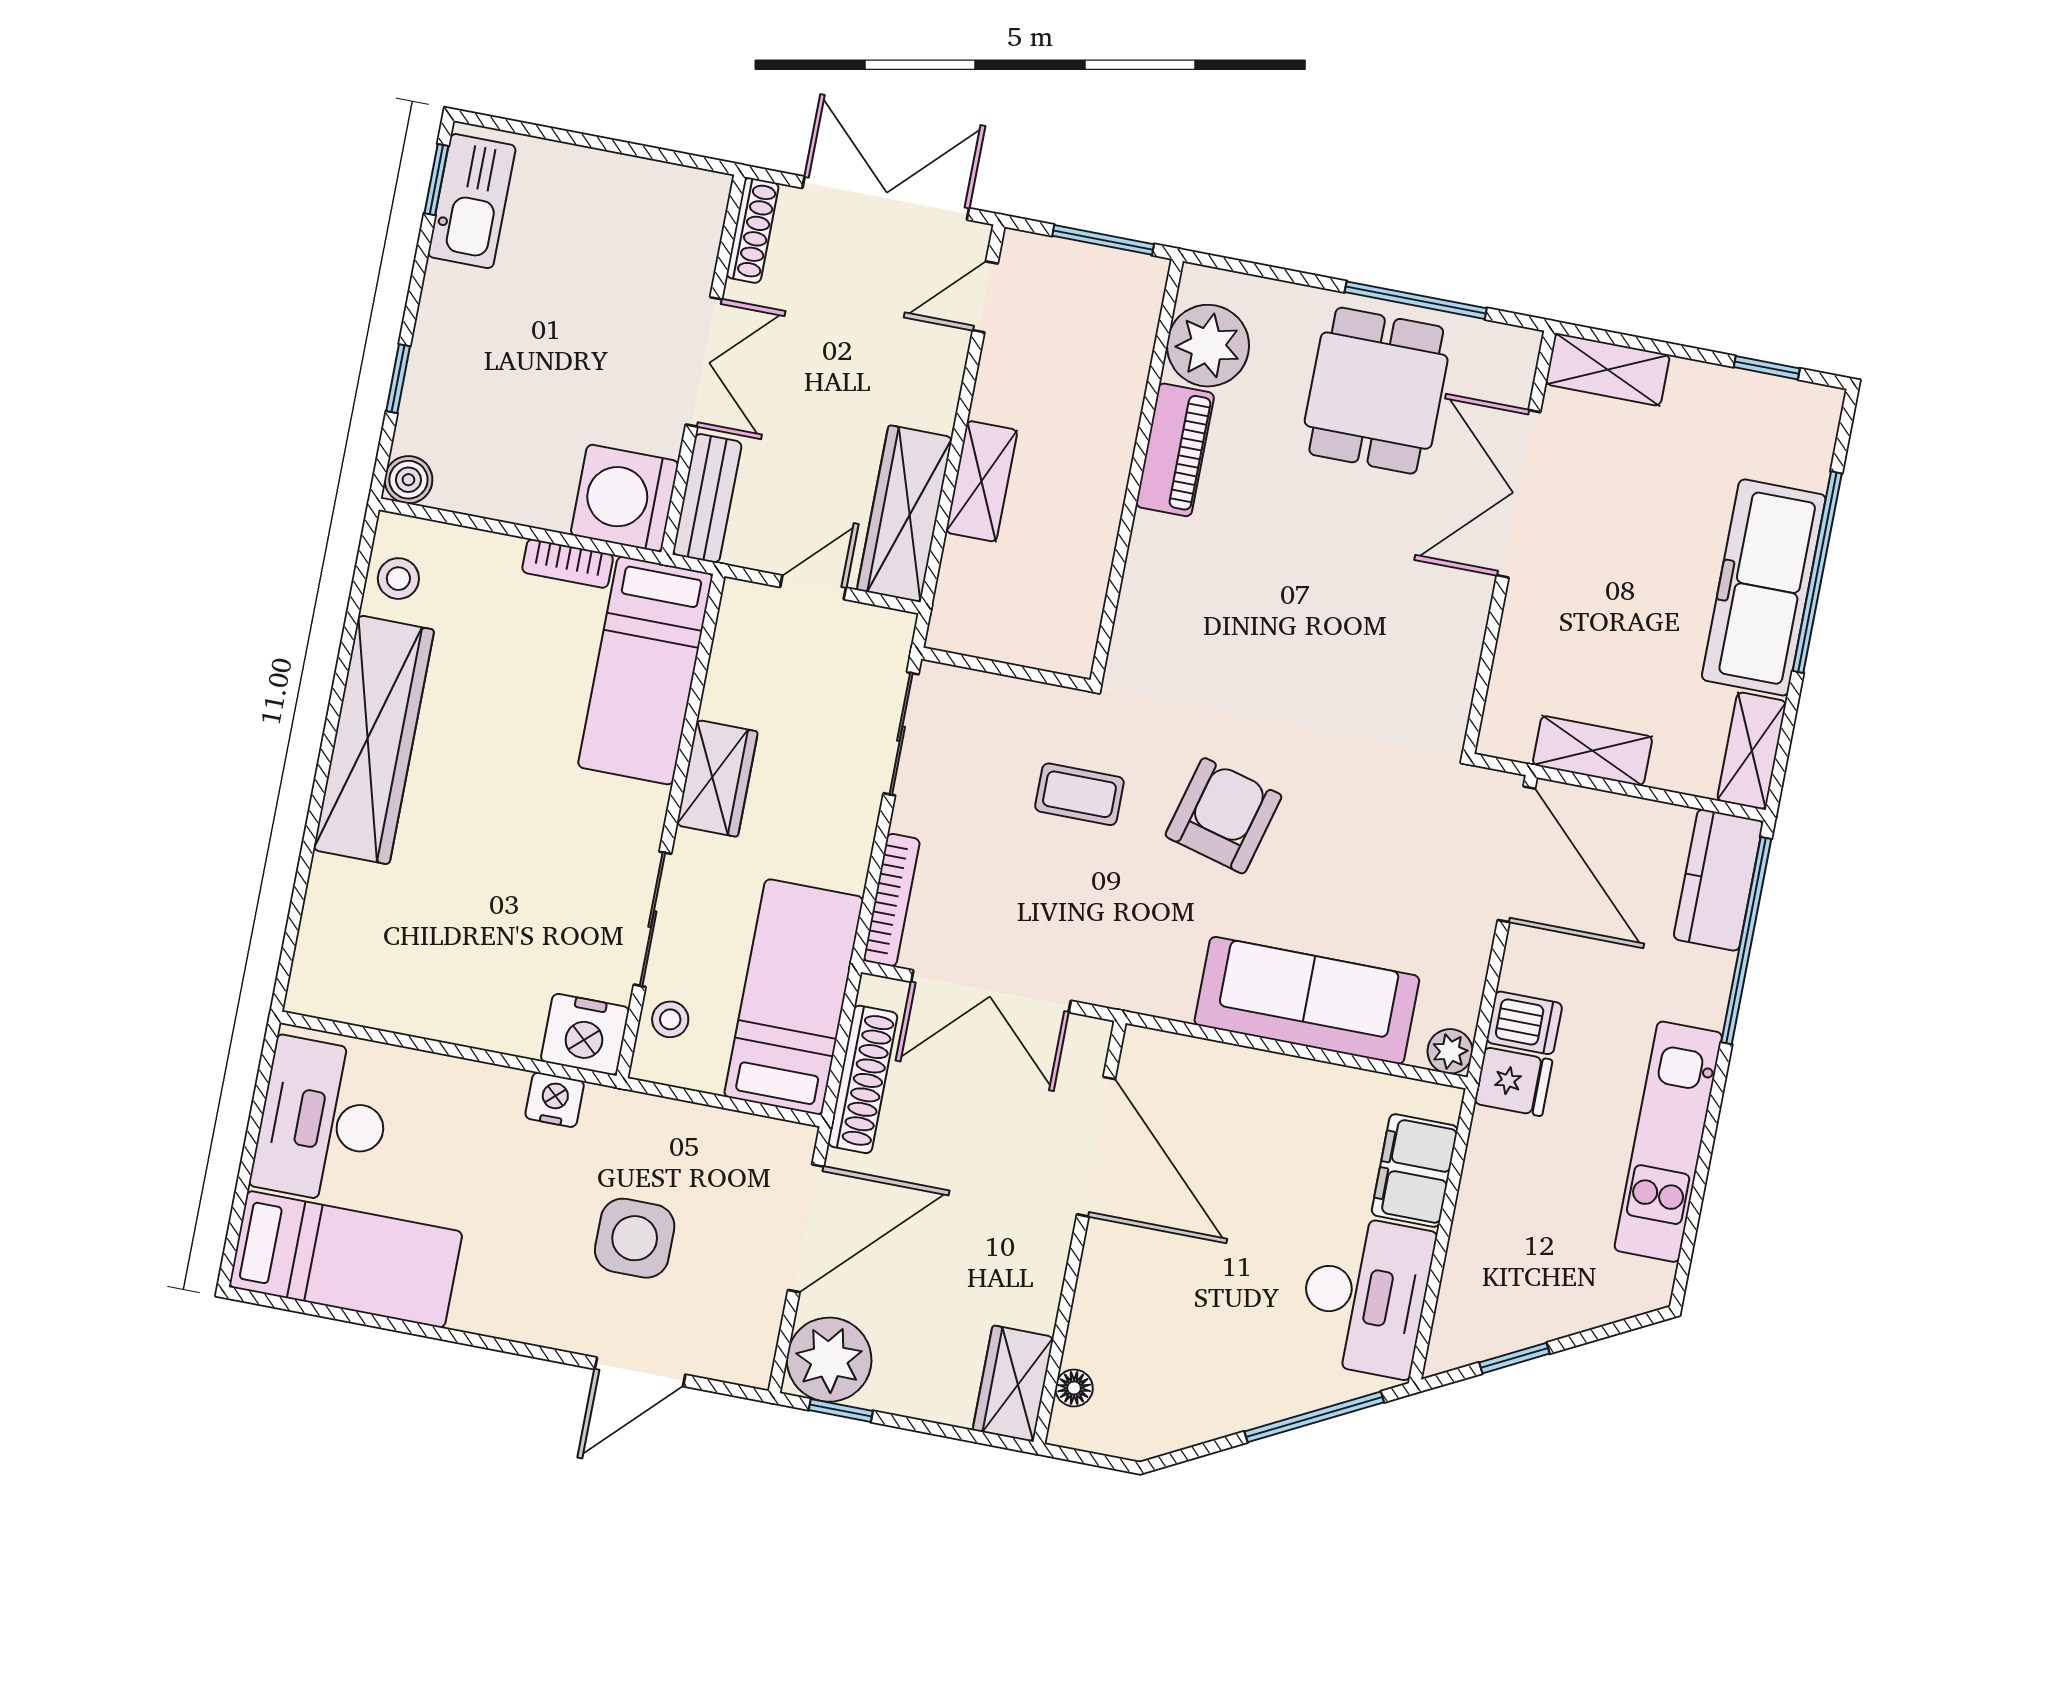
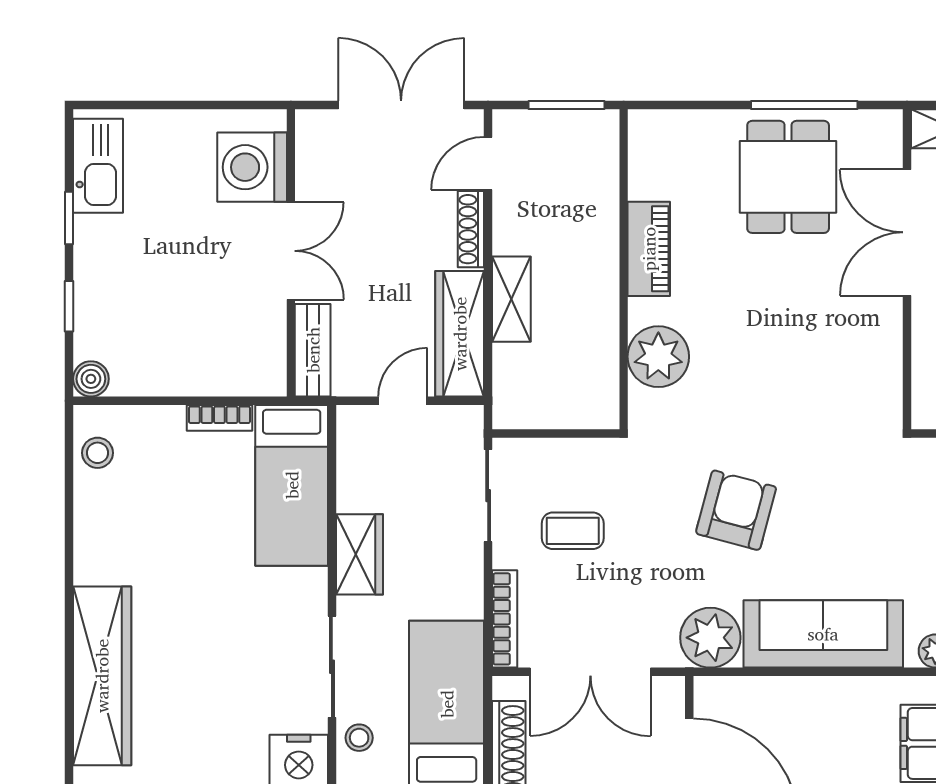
window: (436, 180) -> (69, 218), moved
shoe rack: (753, 230) -> (471, 229), moved, turned 180
plant: (1208, 346) -> (658, 357), moved
washing machine: (625, 498) -> (252, 167), moved
wardrobe: (374, 740) -> (102, 676), moved
coffee table: (1079, 794) -> (573, 531), moved
plant: (1157, 977) -> (710, 638), added

